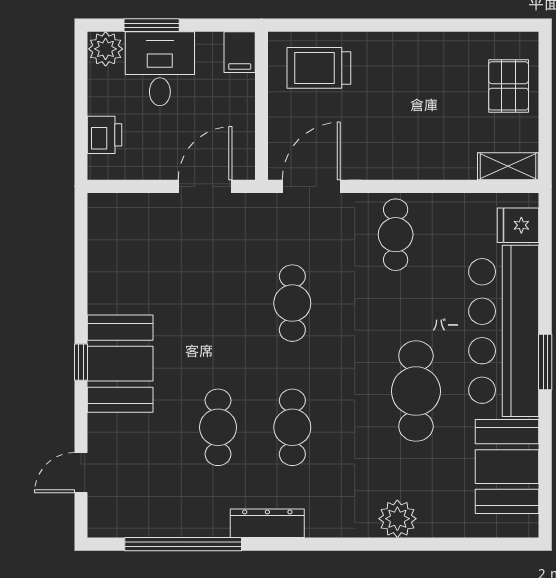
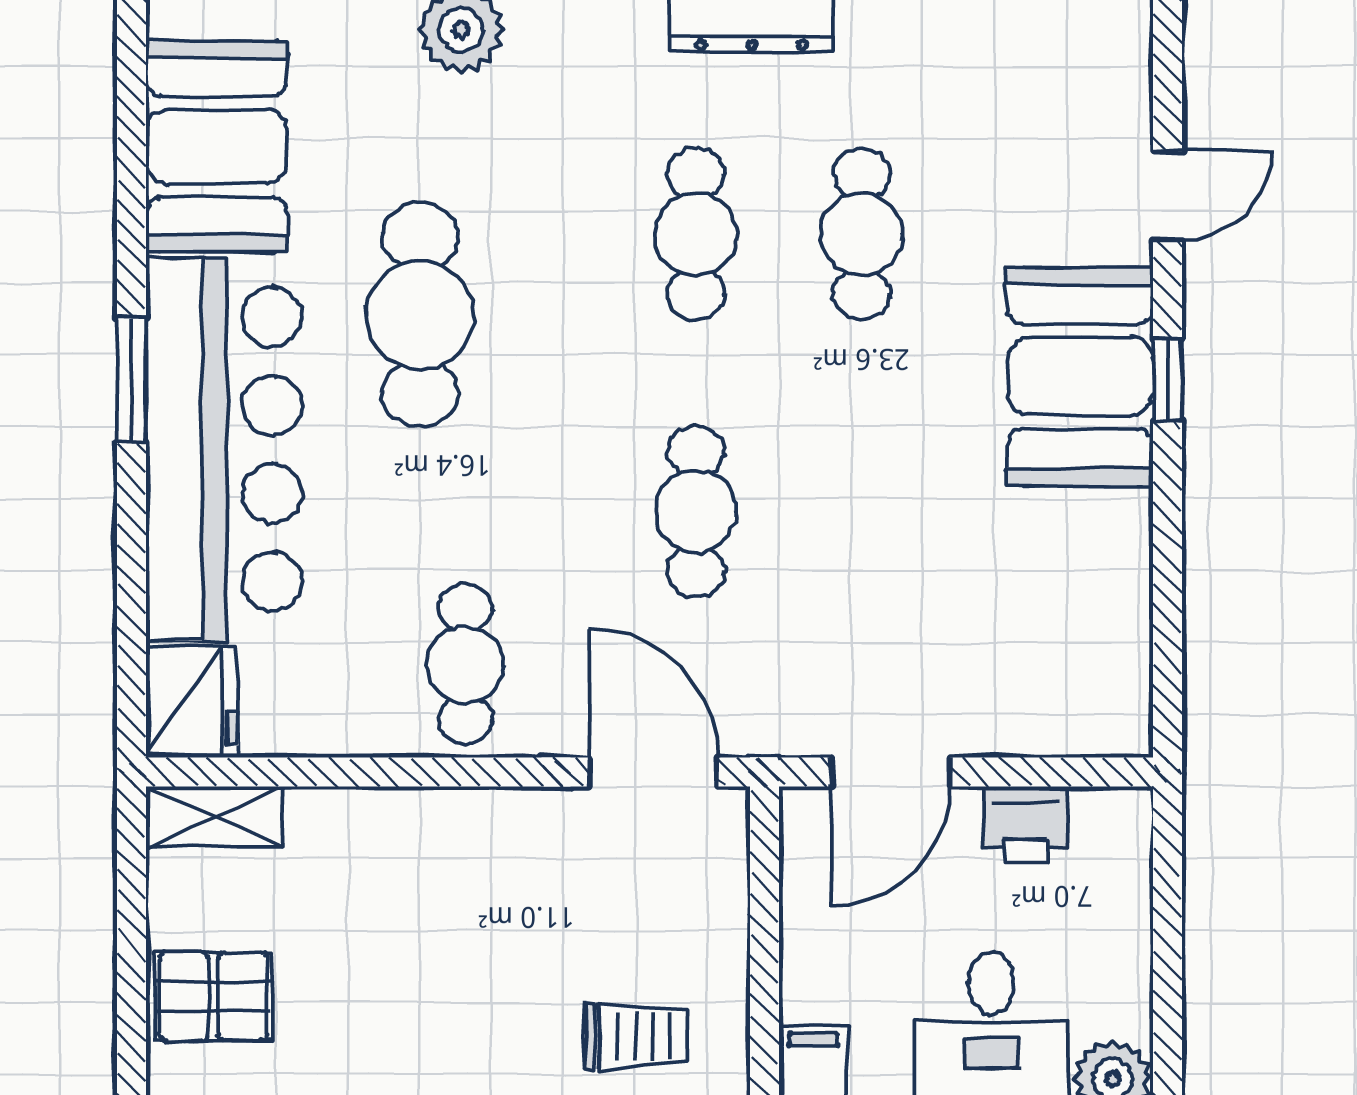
trolley: (319, 68) -> (637, 1036), width x0.73, depth x0.72
pallet: (509, 86) -> (213, 996), turned 90
printer: (105, 135) -> (1025, 825), moved, turned -90
door: (311, 186) -> (654, 772), swing flipped
fridge: (518, 225) -> (192, 700), width x1.38
door: (81, 473) -> (1168, 196), moved

